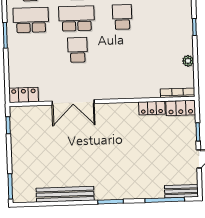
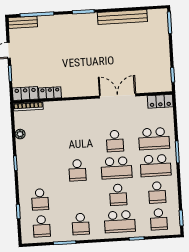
school desk: (32, 51) -> (154, 139), added

